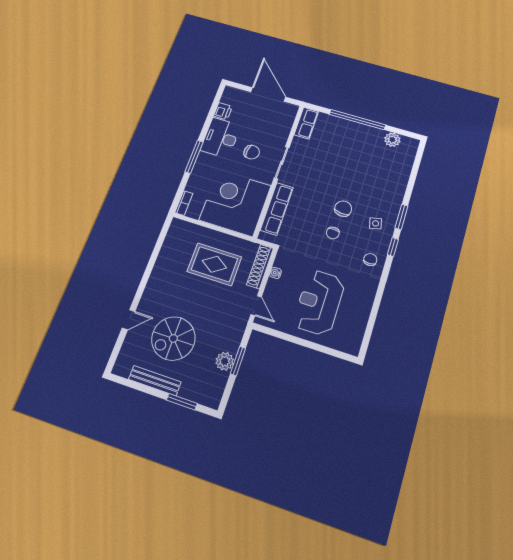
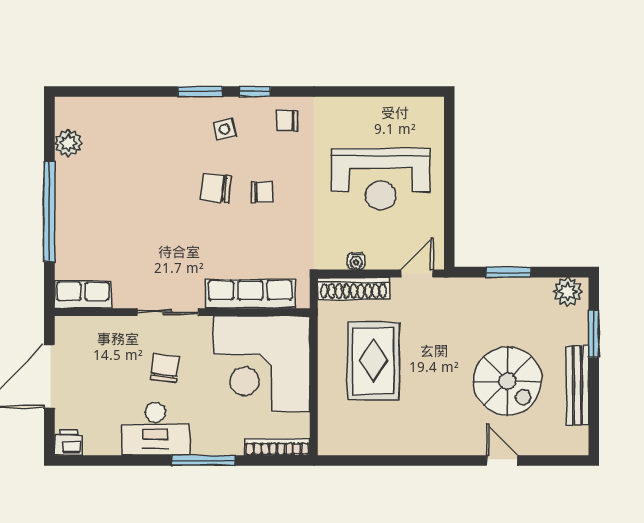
printer: (223, 111) -> (69, 442), moved
bookcase: (184, 203) -> (277, 447), width x1.56
plant: (225, 361) -> (568, 292), moved

